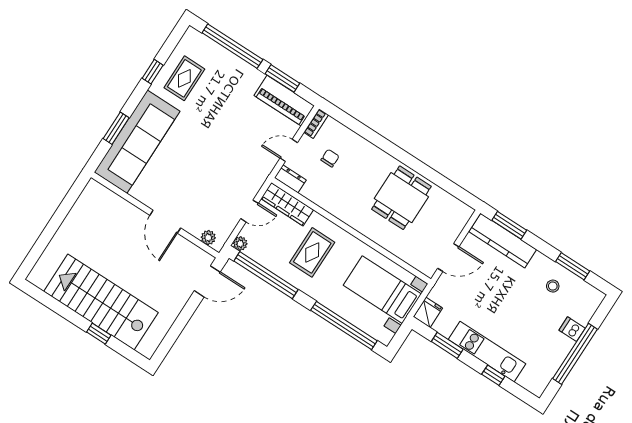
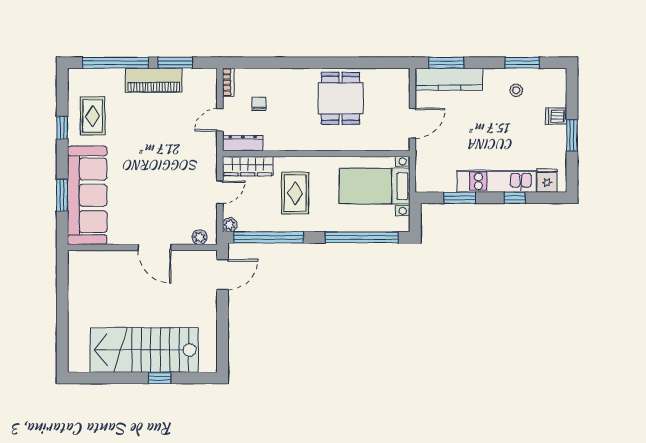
piano: (284, 101) -> (154, 80), moved
dresser: (290, 179) -> (243, 143), width x1.44
fridge: (428, 312) -> (547, 181), moved
window: (575, 354) -> (572, 135), width x0.47

